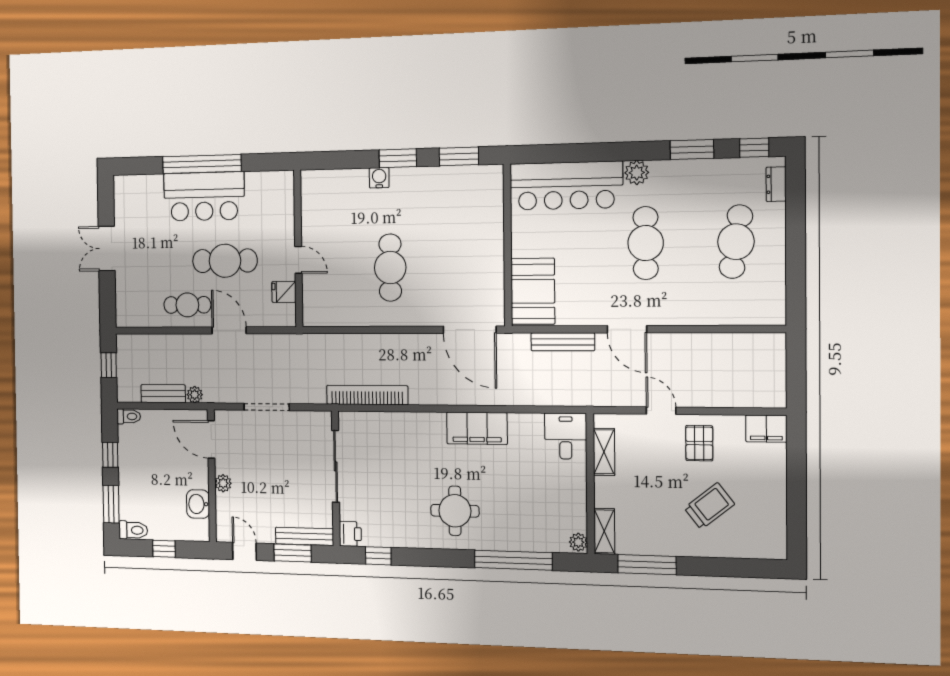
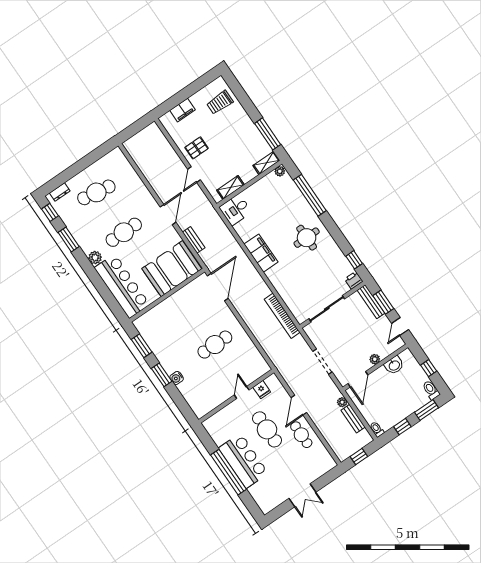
booth: (533, 291) -> (172, 269), width x1.36, depth x1.42
bench: (563, 342) -> (194, 240), width x0.73
filing cabinet: (766, 429) -> (183, 110), moved, turned 90
trolley: (709, 506) -> (220, 102), moved, turned -52

